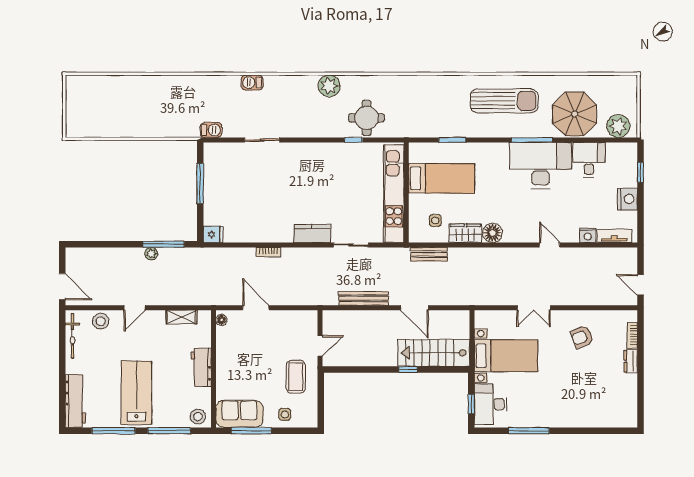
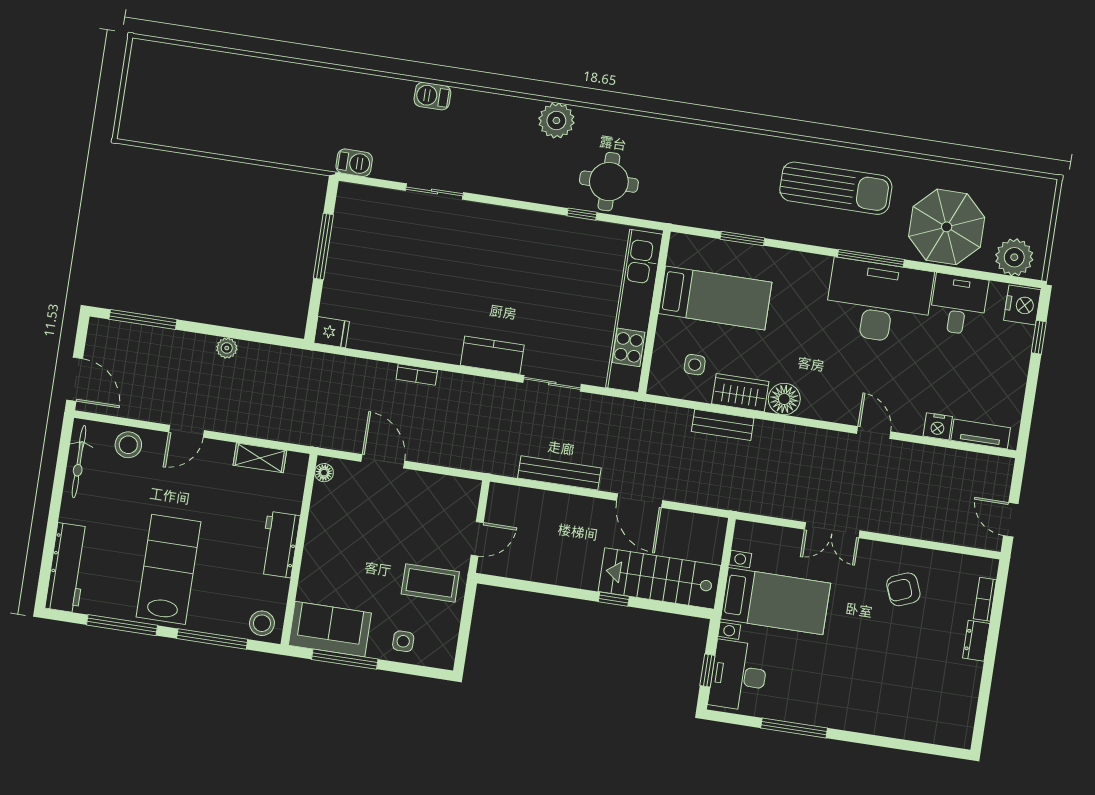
nightstand: (628, 199) -> (1022, 305), moved
window: (164, 244) -> (143, 319), moved
bench: (429, 254) -> (723, 425), moved
coffee table: (296, 377) -> (430, 583), turned 90

